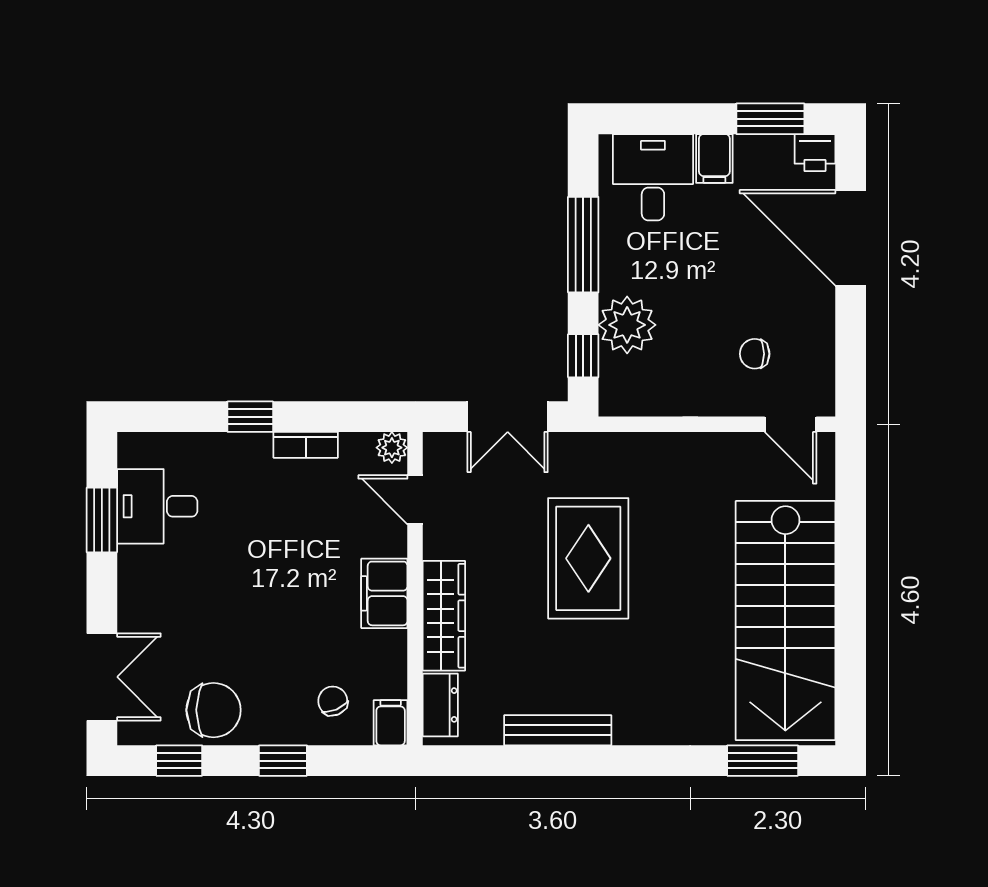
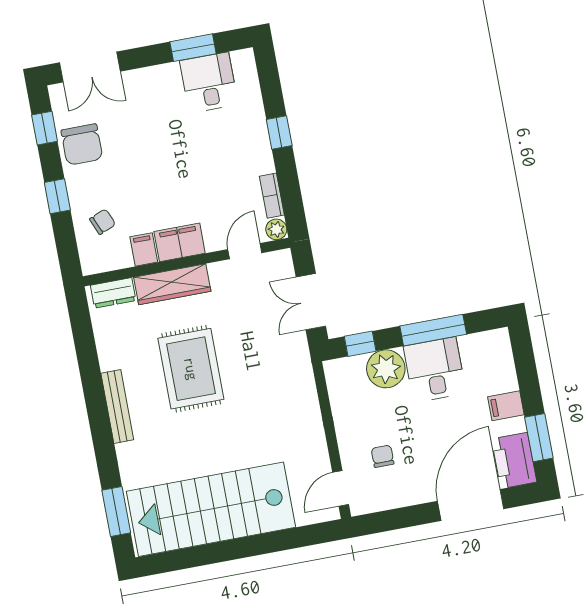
printer: (815, 153) -> (514, 460), width x1.87, depth x1.48
desk: (653, 177) -> (435, 370), moved, turned -90
bookcase: (306, 445) -> (272, 196), moved
rug: (588, 558) -> (191, 369), moved, turned 90
filing cabinet: (391, 723) -> (144, 249), moved, turned -90
bench: (558, 730) -> (117, 407), moved

